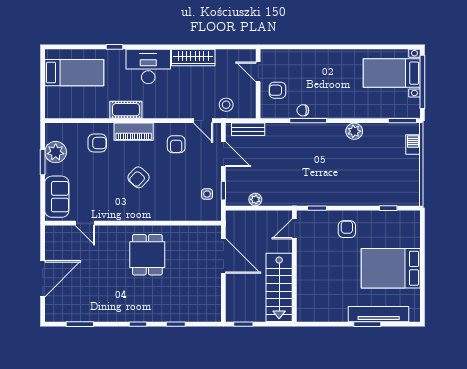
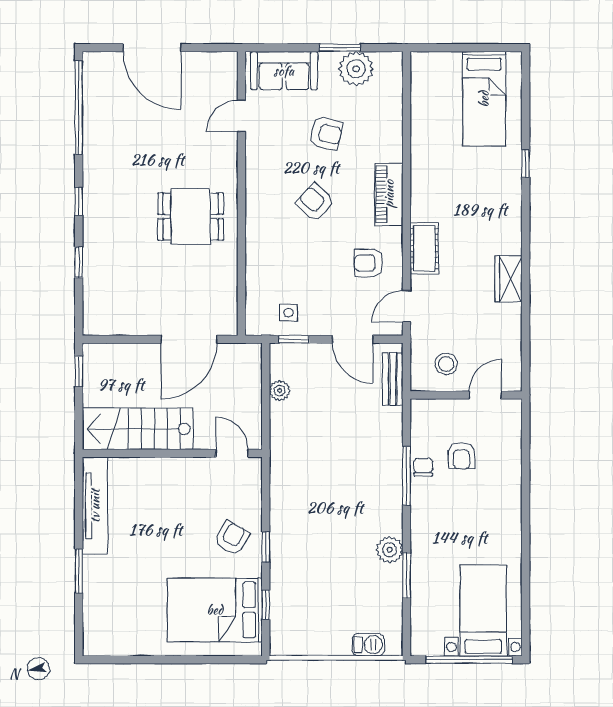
wardrobe: (193, 57) -> (509, 279), width x0.67
desk: (148, 66) -> (494, 218), removed
armchair: (277, 90) -> (461, 456), moved, turned 180
stool: (226, 105) -> (446, 364), moved
cot: (126, 110) -> (424, 248), moved
window: (402, 121) -> (407, 575), moved
armchair: (97, 143) -> (326, 133), moved, turned -77
door: (223, 154) -> (353, 339), hinge flipped
window: (317, 208) -> (266, 547), moved
armchair: (347, 229) -> (232, 538), turned -61
bed: (391, 268) -> (215, 610), moved, turned -90
tv unit: (379, 314) -> (95, 506), moved
window: (80, 324) -> (79, 108), width x2.11

